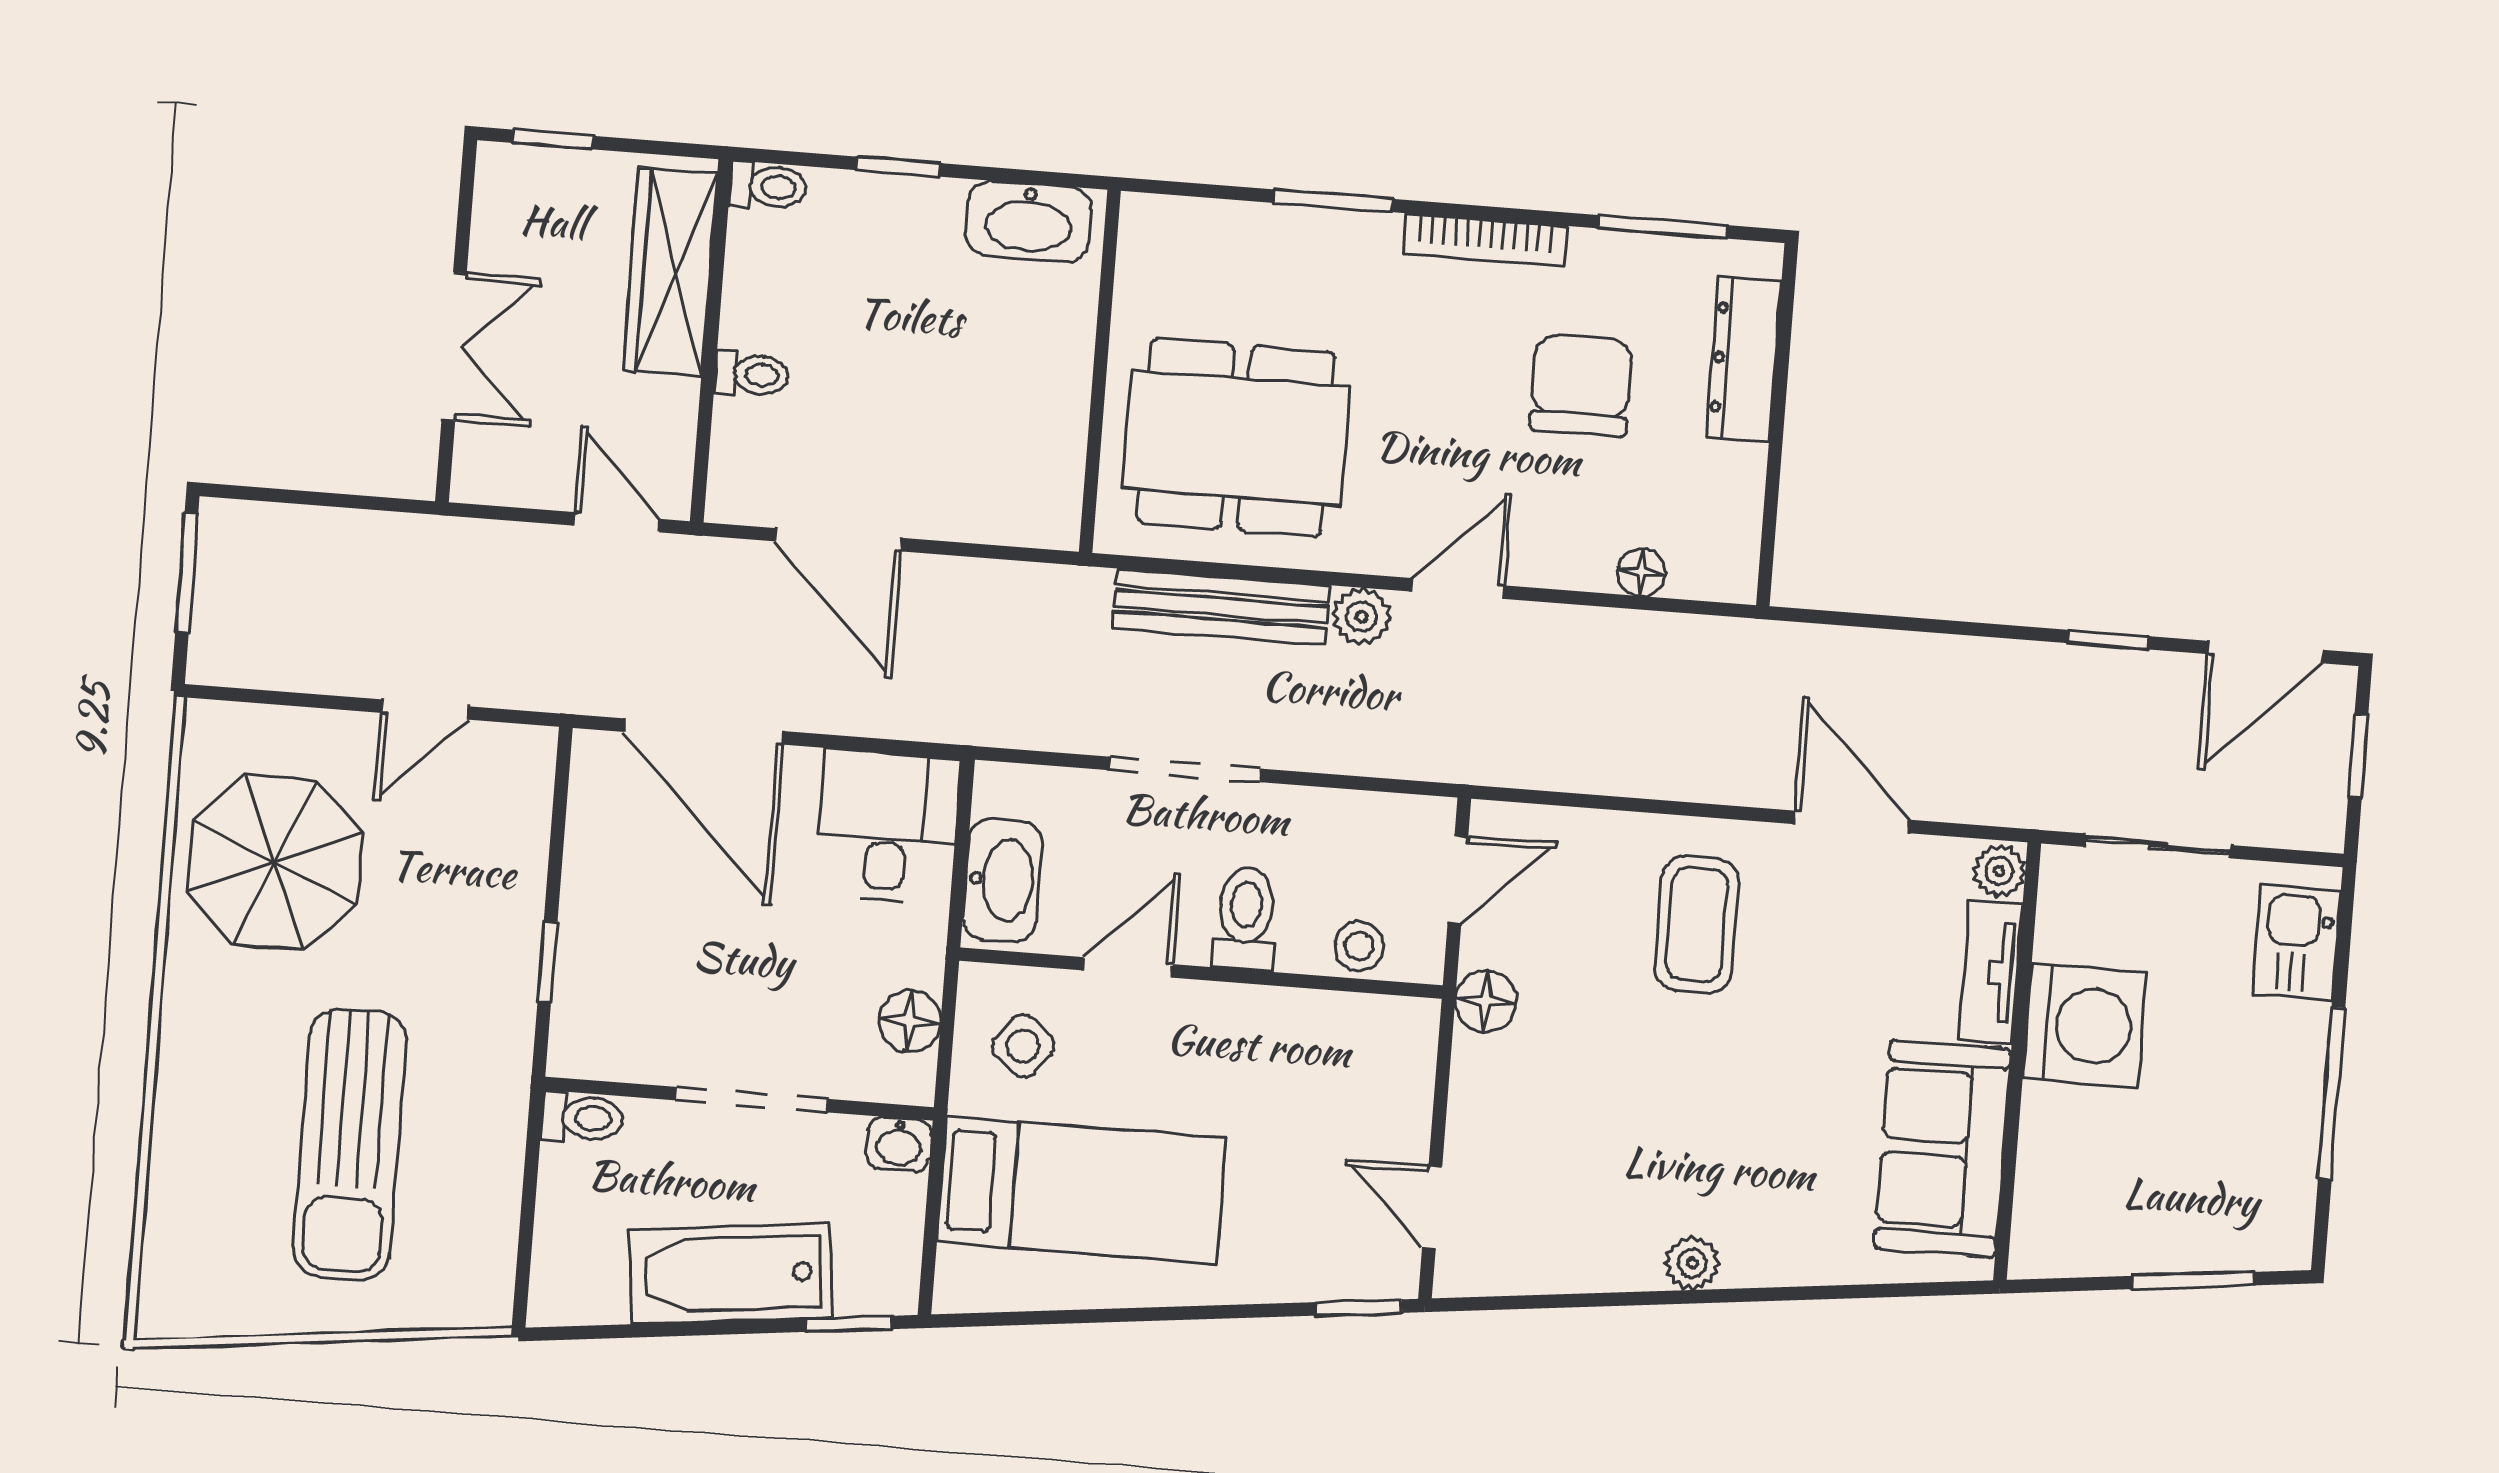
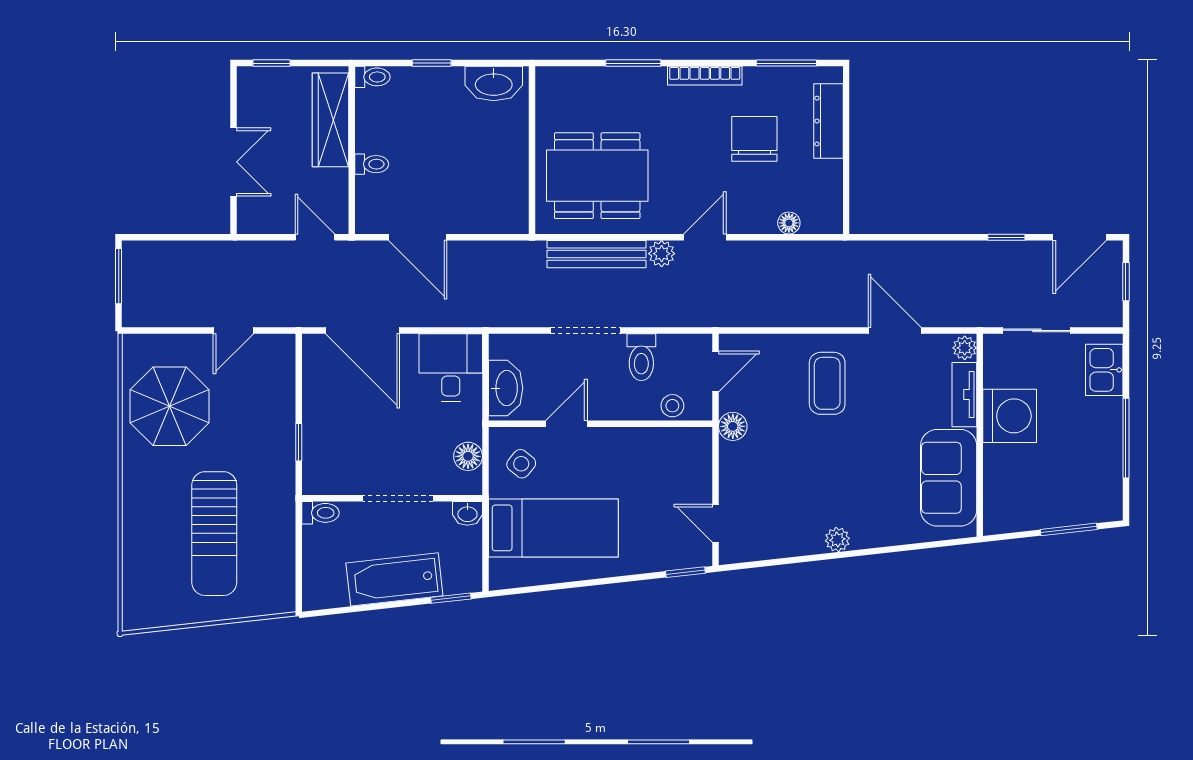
toilet: (1245, 919) -> (641, 357), moved, turned 180

